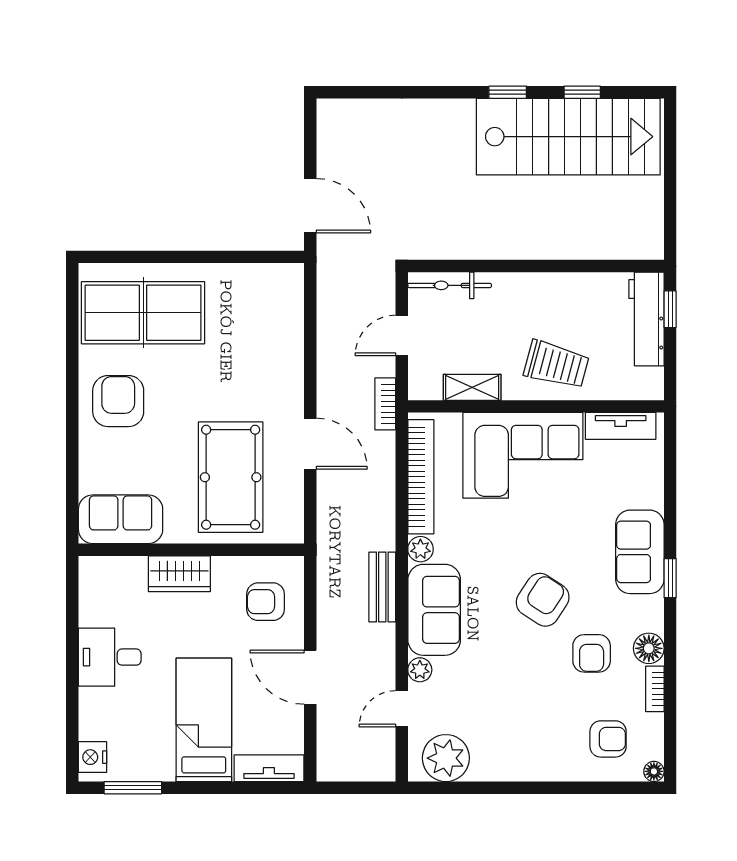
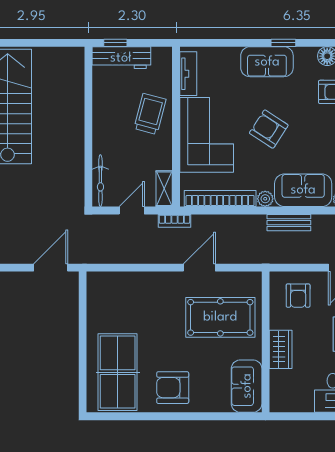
door: (402, 335) -> (132, 211), swing flipped
shelving: (472, 387) -> (164, 189), moved
armchair: (543, 600) -> (269, 129), moved

